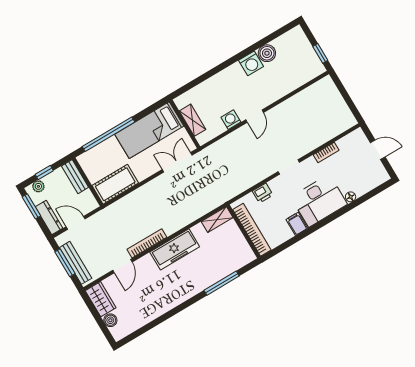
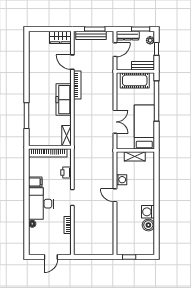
double door: (177, 162) -> (115, 122), moved
cot: (115, 184) -> (135, 80), moved, turned 90
boiler: (110, 320) -> (44, 36), removed

